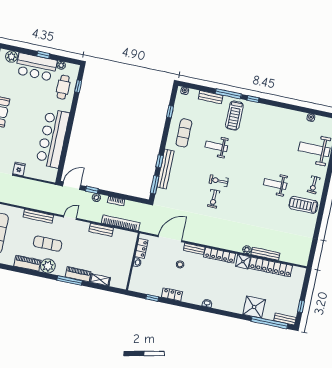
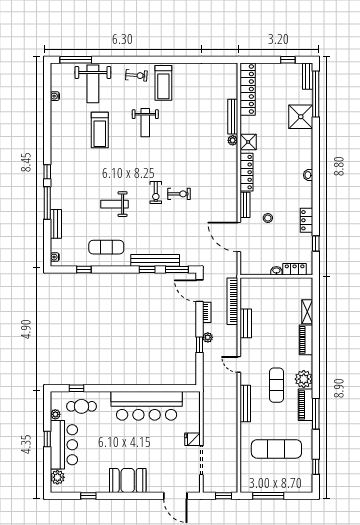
treadmill: (234, 116) -> (100, 130), moved, turned 90
weight bench: (216, 146) -> (114, 204), turned 90
door: (72, 186) -> (200, 291), moved
locker: (141, 248) -> (295, 269), moved
locker: (271, 267) -> (248, 89), moved
window: (70, 280) -> (316, 414), moved

